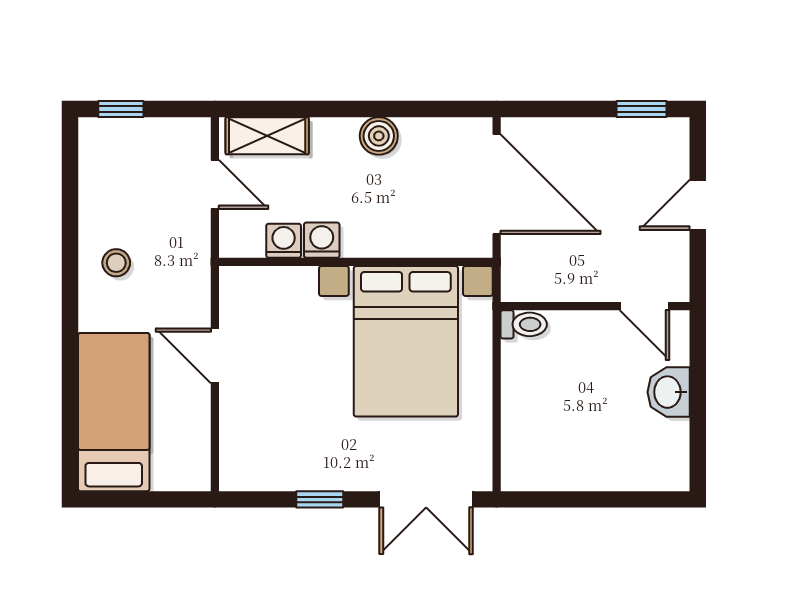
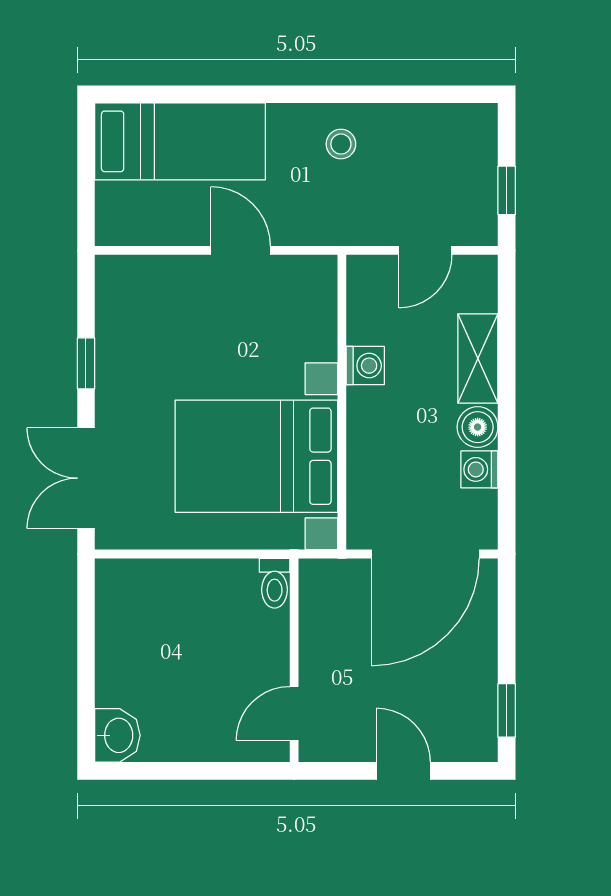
window: (121, 109) -> (507, 190), moved
shelving: (267, 136) -> (478, 358), moved
washing machine: (284, 241) -> (479, 469), moved, turned 180
door: (215, 356) -> (241, 250), hinge flipped
washbasin: (669, 392) -> (117, 735), moved, turned 90

